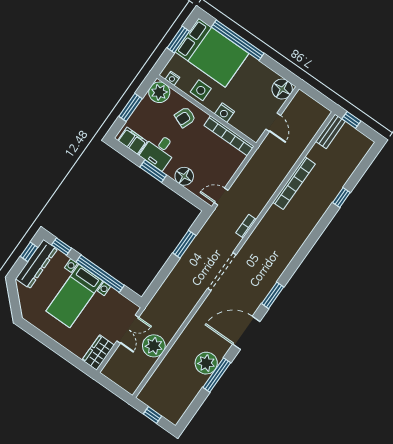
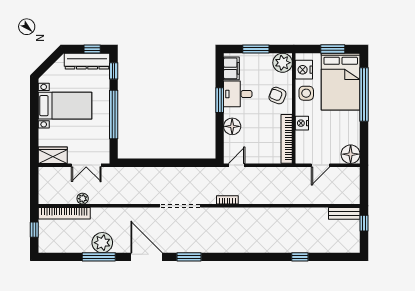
nightstand: (172, 78) -> (304, 70), width x1.89, depth x1.79
bookcase: (294, 183) -> (64, 213), moved
door: (221, 196) -> (237, 165), hinge flipped
window: (184, 244) -> (181, 163), removed
bed with nightstands: (74, 296) -> (65, 106), moved, turned 180
plant: (154, 346) -> (83, 199), width x0.53, depth x0.53

